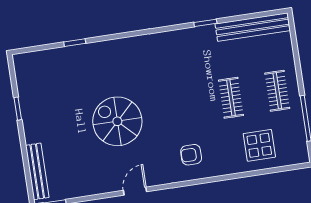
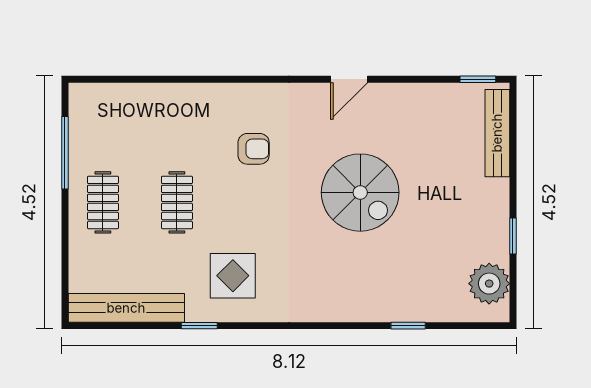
plant: (28, 77) -> (489, 284), added
display table: (259, 145) -> (233, 276), moved
armchair: (191, 155) -> (254, 149), moved

